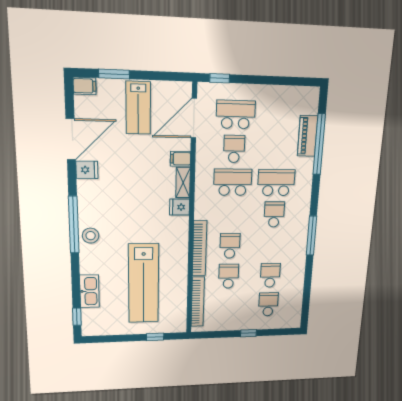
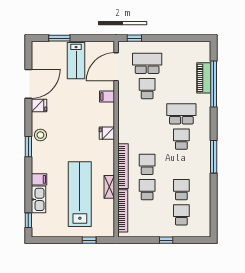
filing cabinet: (85, 86) -> (39, 179), moved
school desk: (233, 182) -> (147, 114), removed
shelving: (183, 183) -> (109, 187), moved
window: (74, 225) -> (28, 147), width x0.47
stool: (91, 236) -> (40, 135), moved
lab bench: (144, 283) -> (80, 194), turned 180

